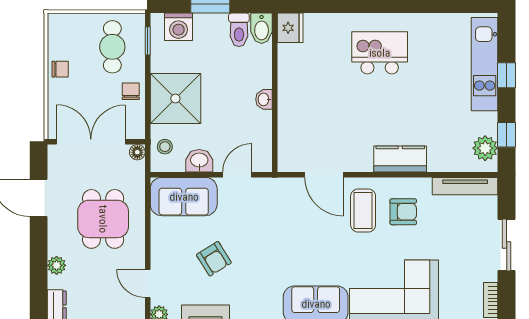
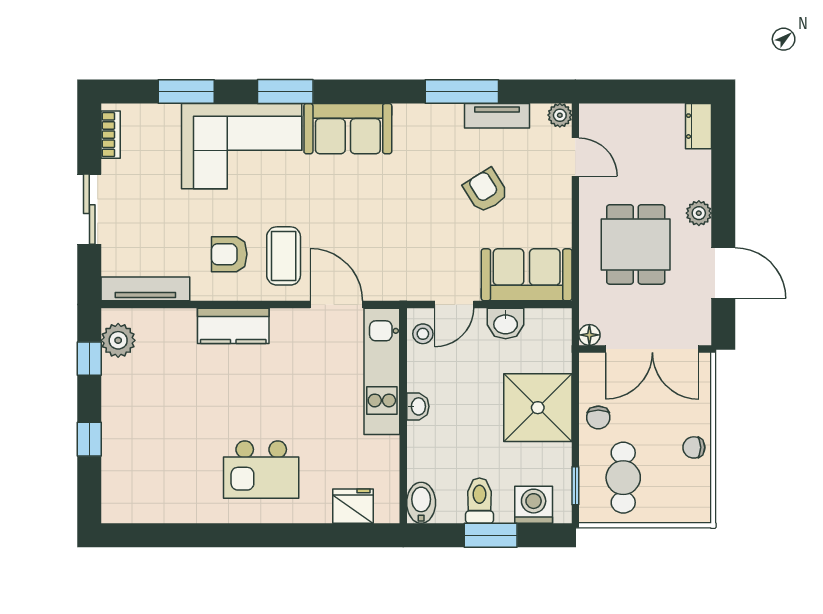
fridge: (290, 28) -> (353, 506), moved, turned 90
toilet: (239, 30) -> (479, 501), moved
kitchen unit: (485, 64) -> (382, 371), moved, turned 180
stool: (165, 147) -> (423, 334), moved
plant: (57, 265) -> (699, 213), moved

